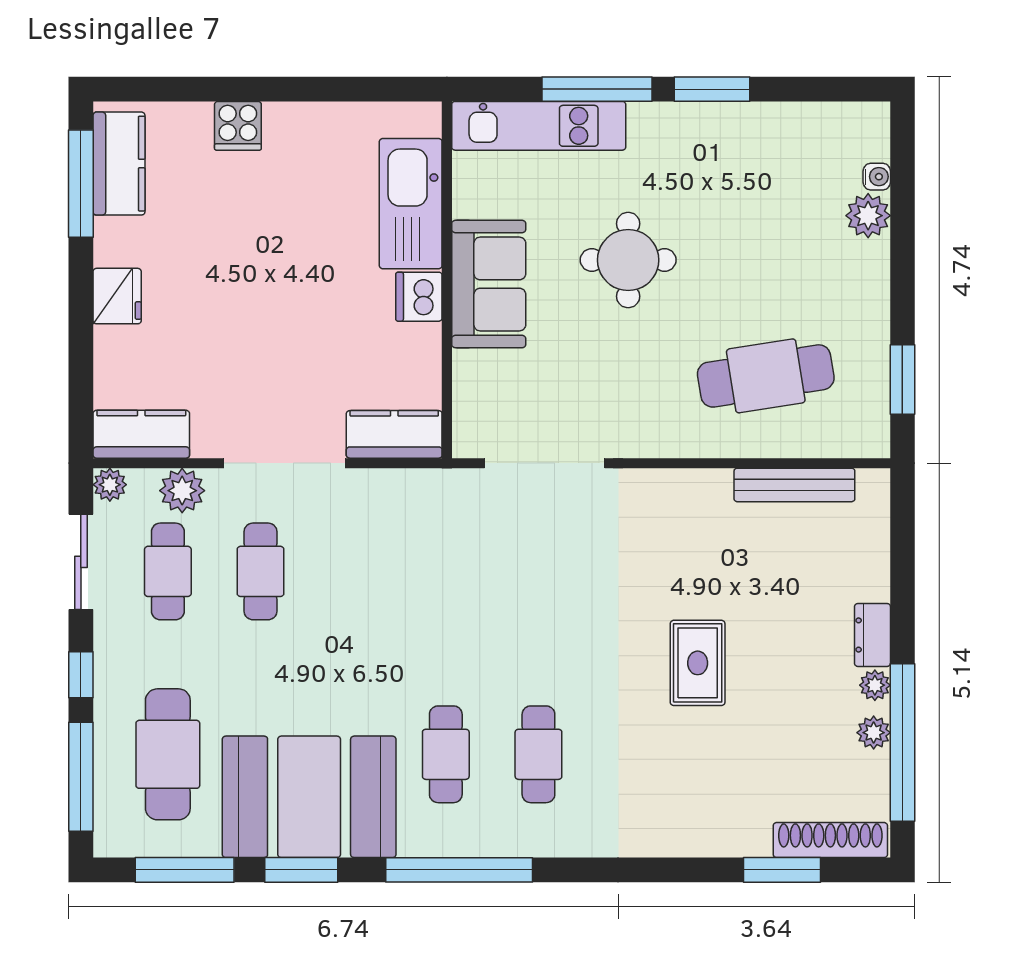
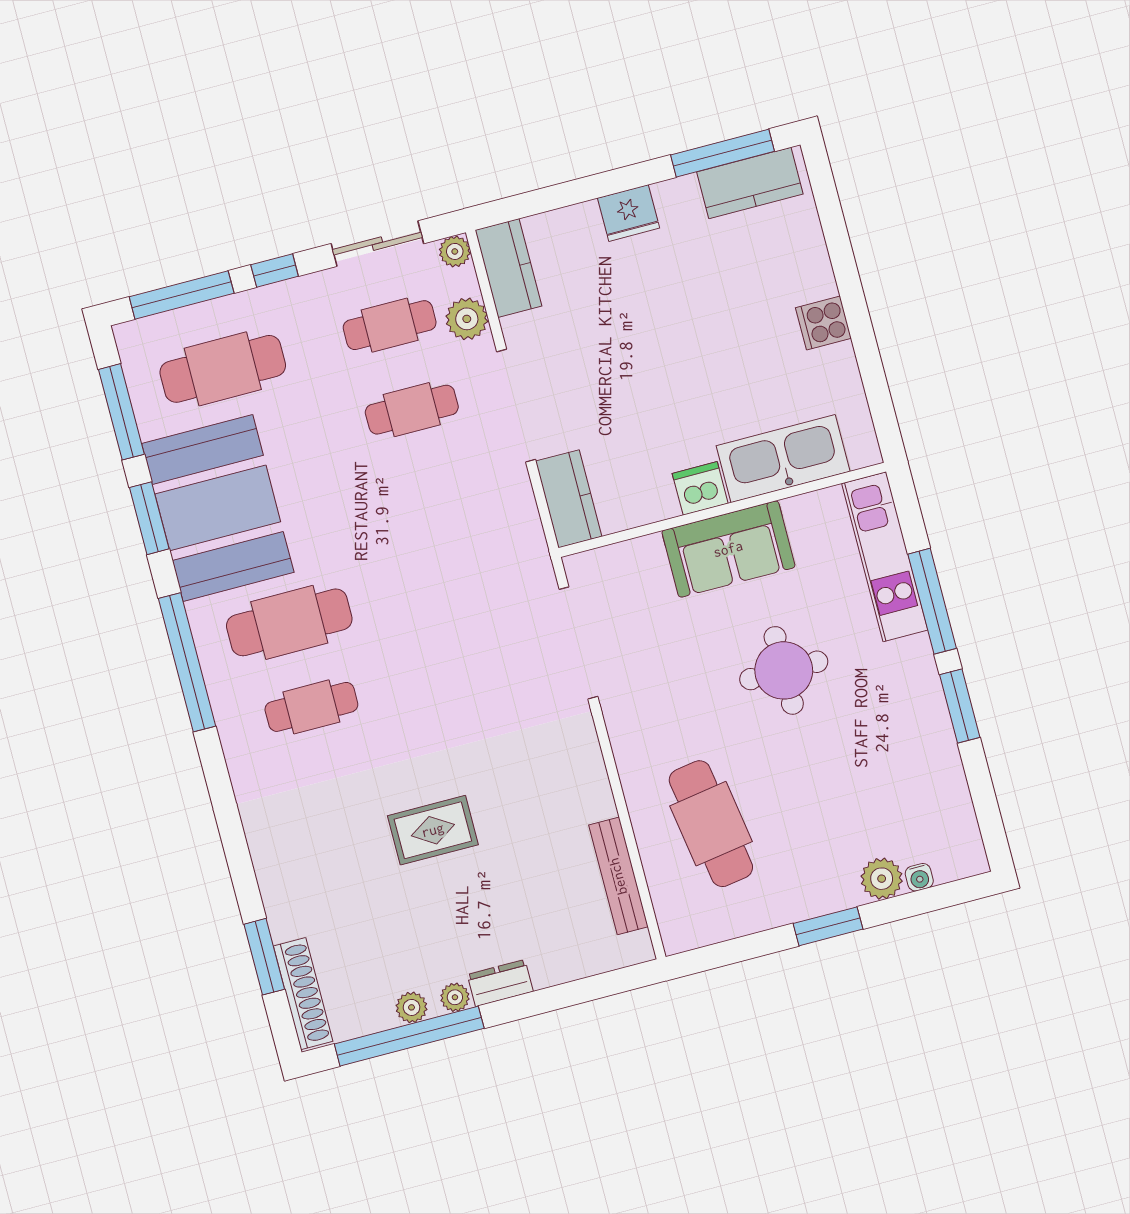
cooker: (238, 126) -> (823, 323), moved
window: (902, 380) -> (828, 926), moved
cafe table: (446, 754) -> (289, 622), width x1.37, depth x1.35

